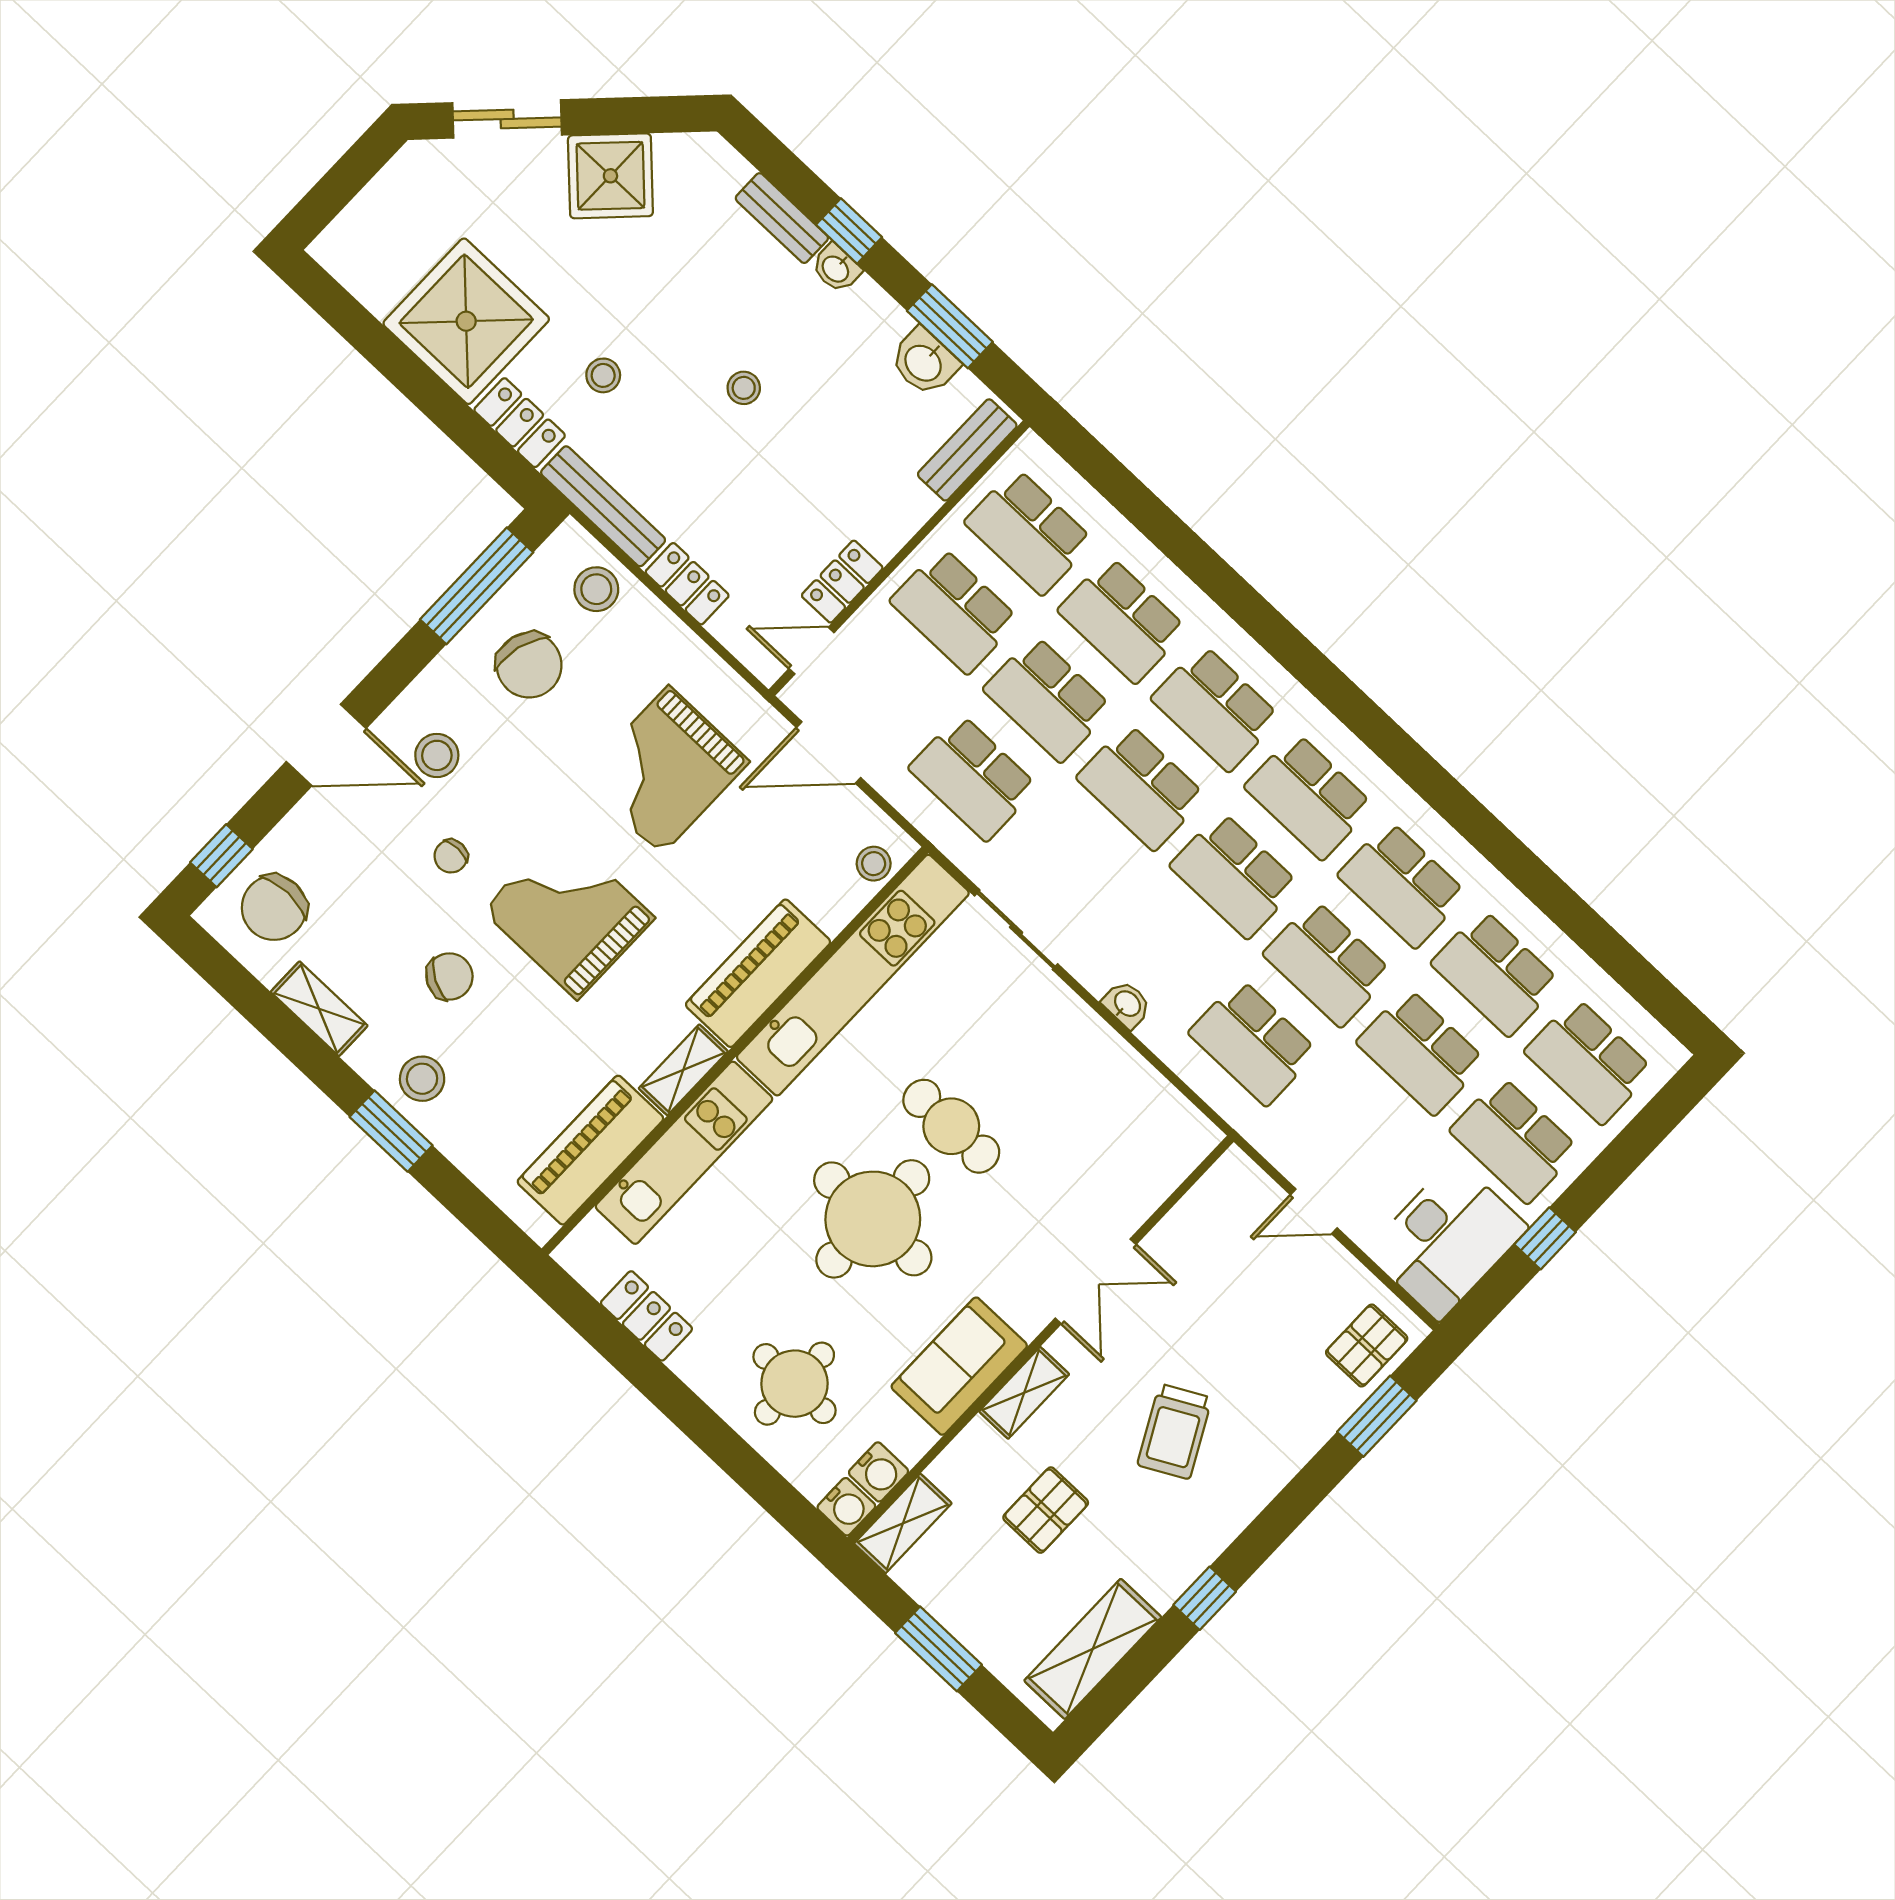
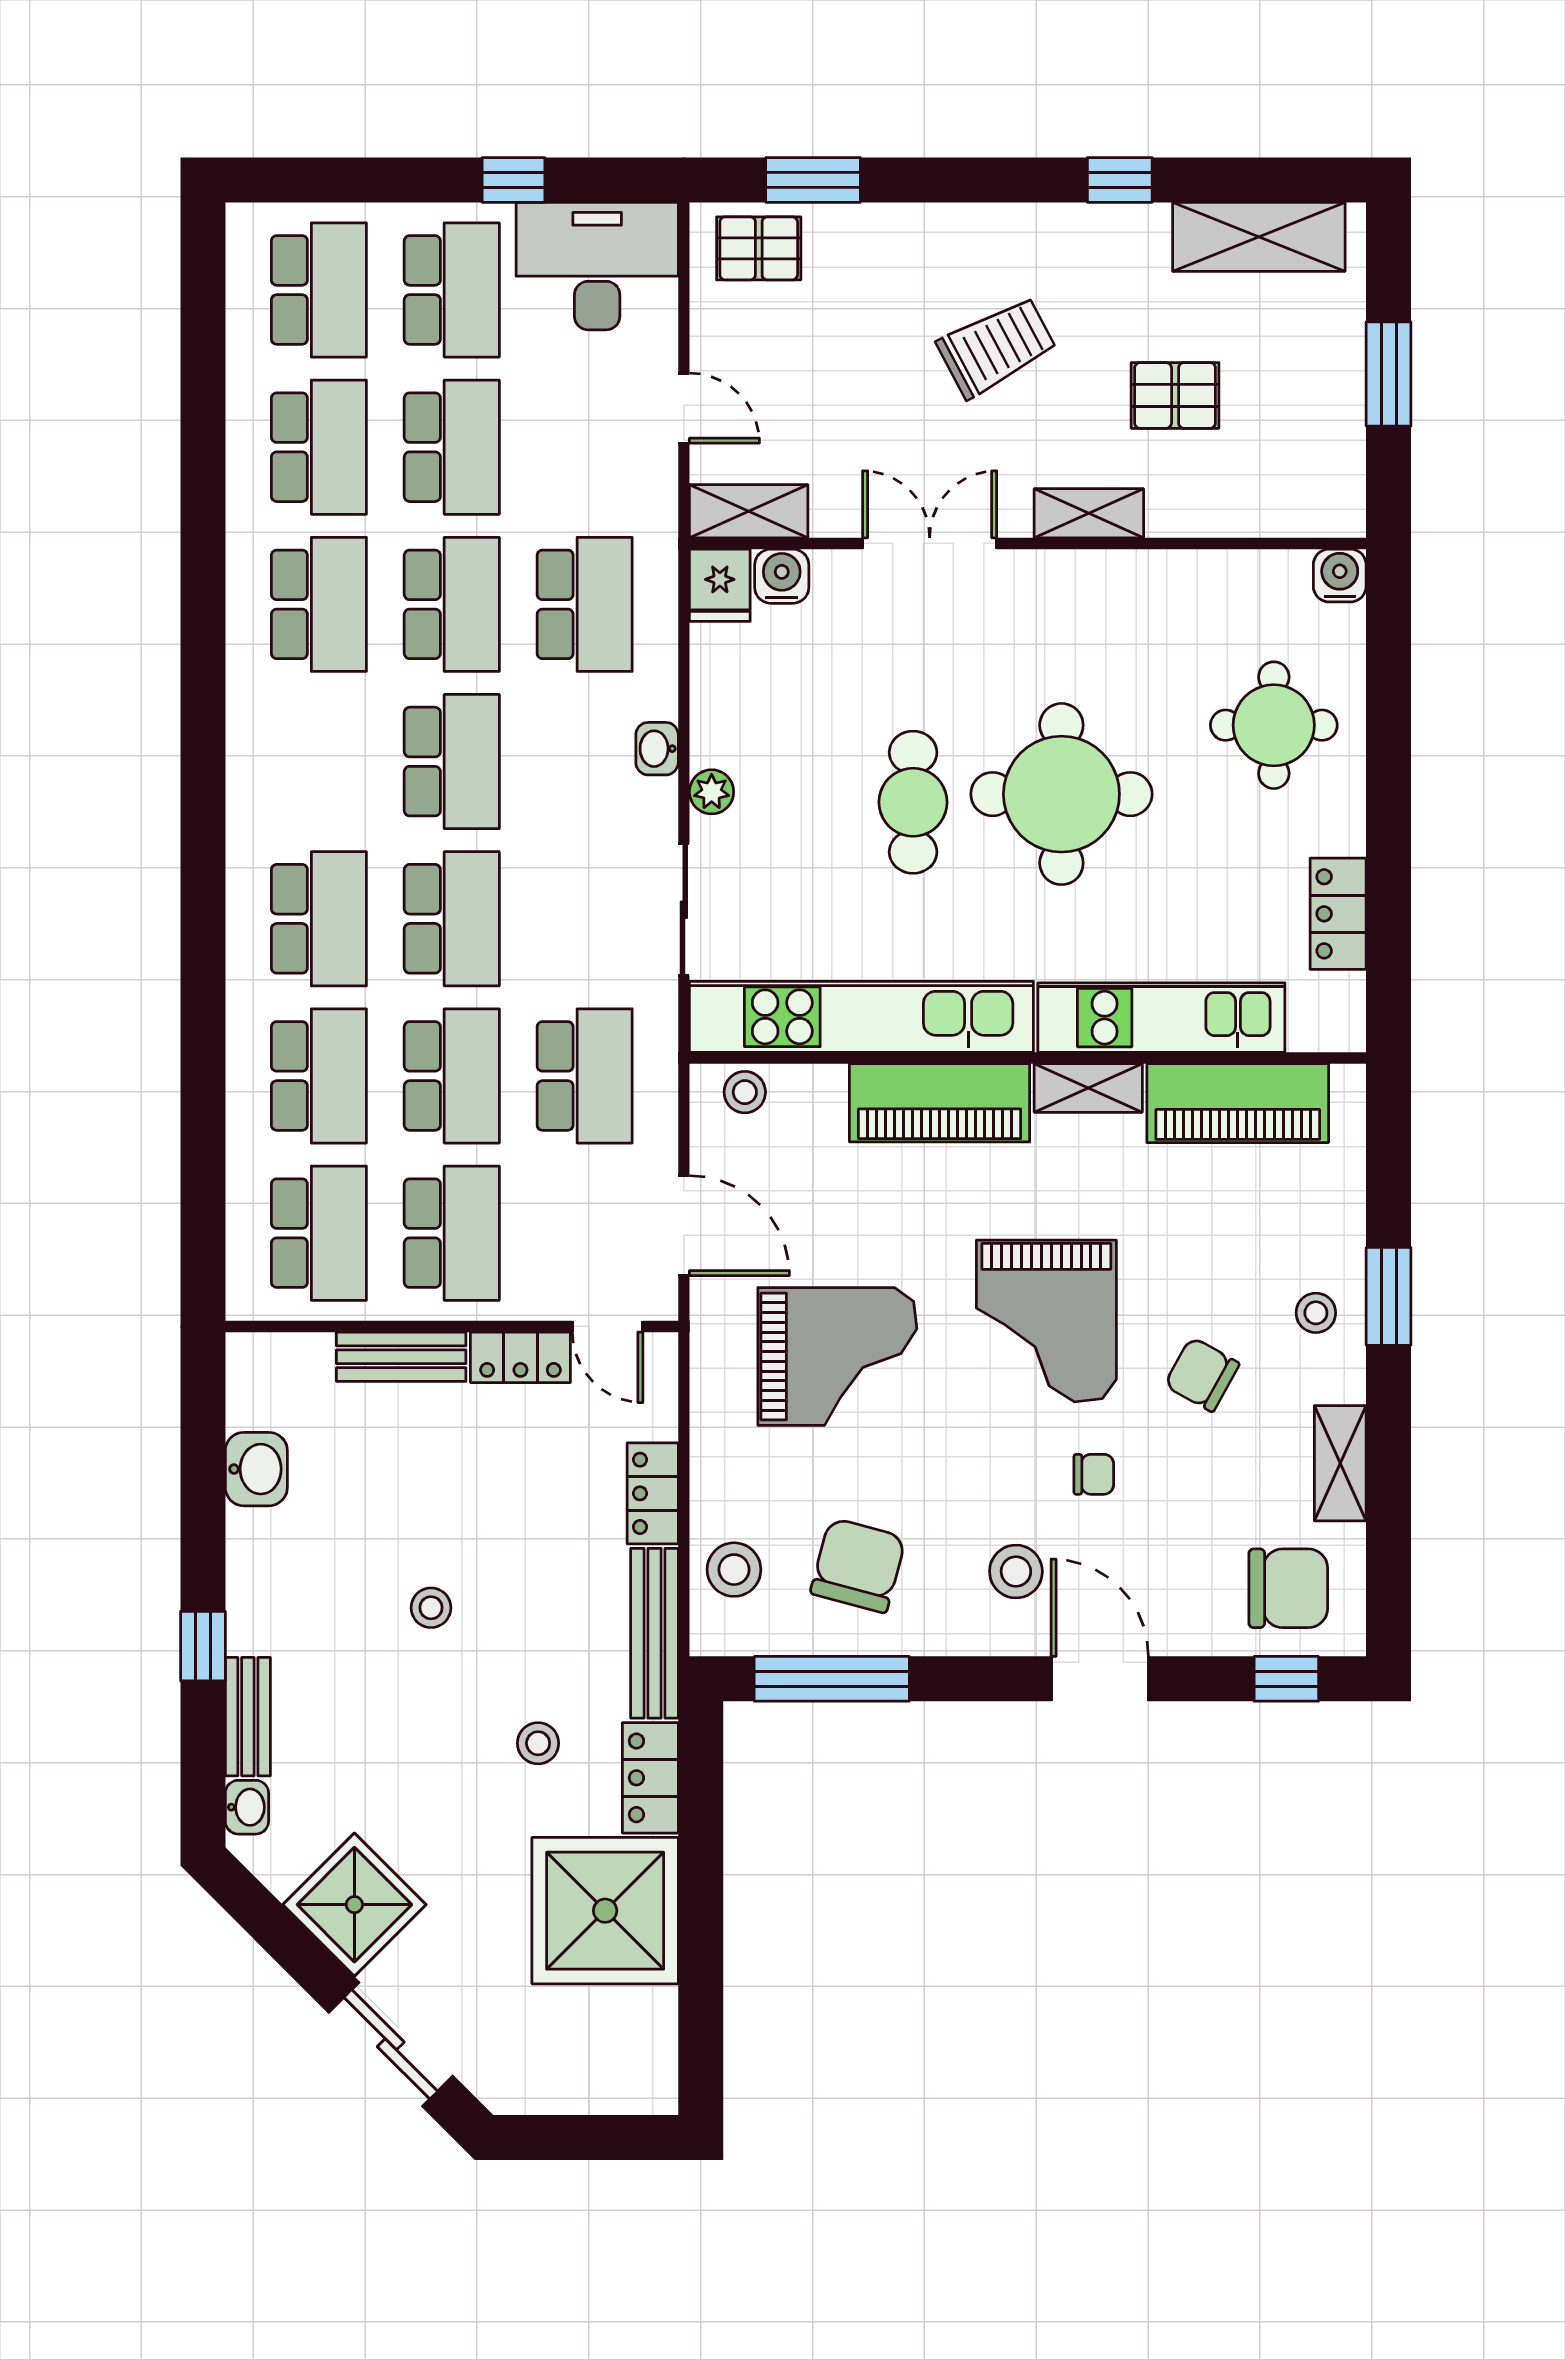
washbasin: (836, 268) -> (247, 1807), moved
window: (950, 326) -> (203, 1476), removed
bench: (967, 450) -> (401, 1357), moved
school desk: (1309, 796) -> (319, 762), removed
plant: (1071, 1012) -> (712, 792), added
stool: (422, 1079) -> (1316, 1313), width x0.73, depth x0.73
fridge: (1189, 1133) -> (720, 585), added
sofa: (959, 1366) -> (1120, 593), removed
water cooler: (879, 1472) -> (782, 576), moved
shelving: (903, 1523) -> (749, 511), moved

